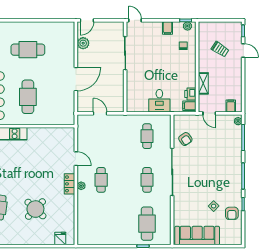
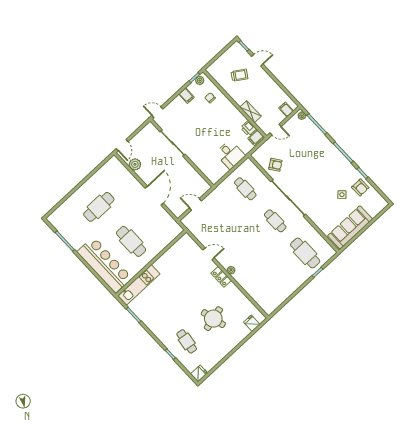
cafe table: (101, 180) -> (242, 252), removed
round table: (35, 209) -> (213, 319), turned 33

